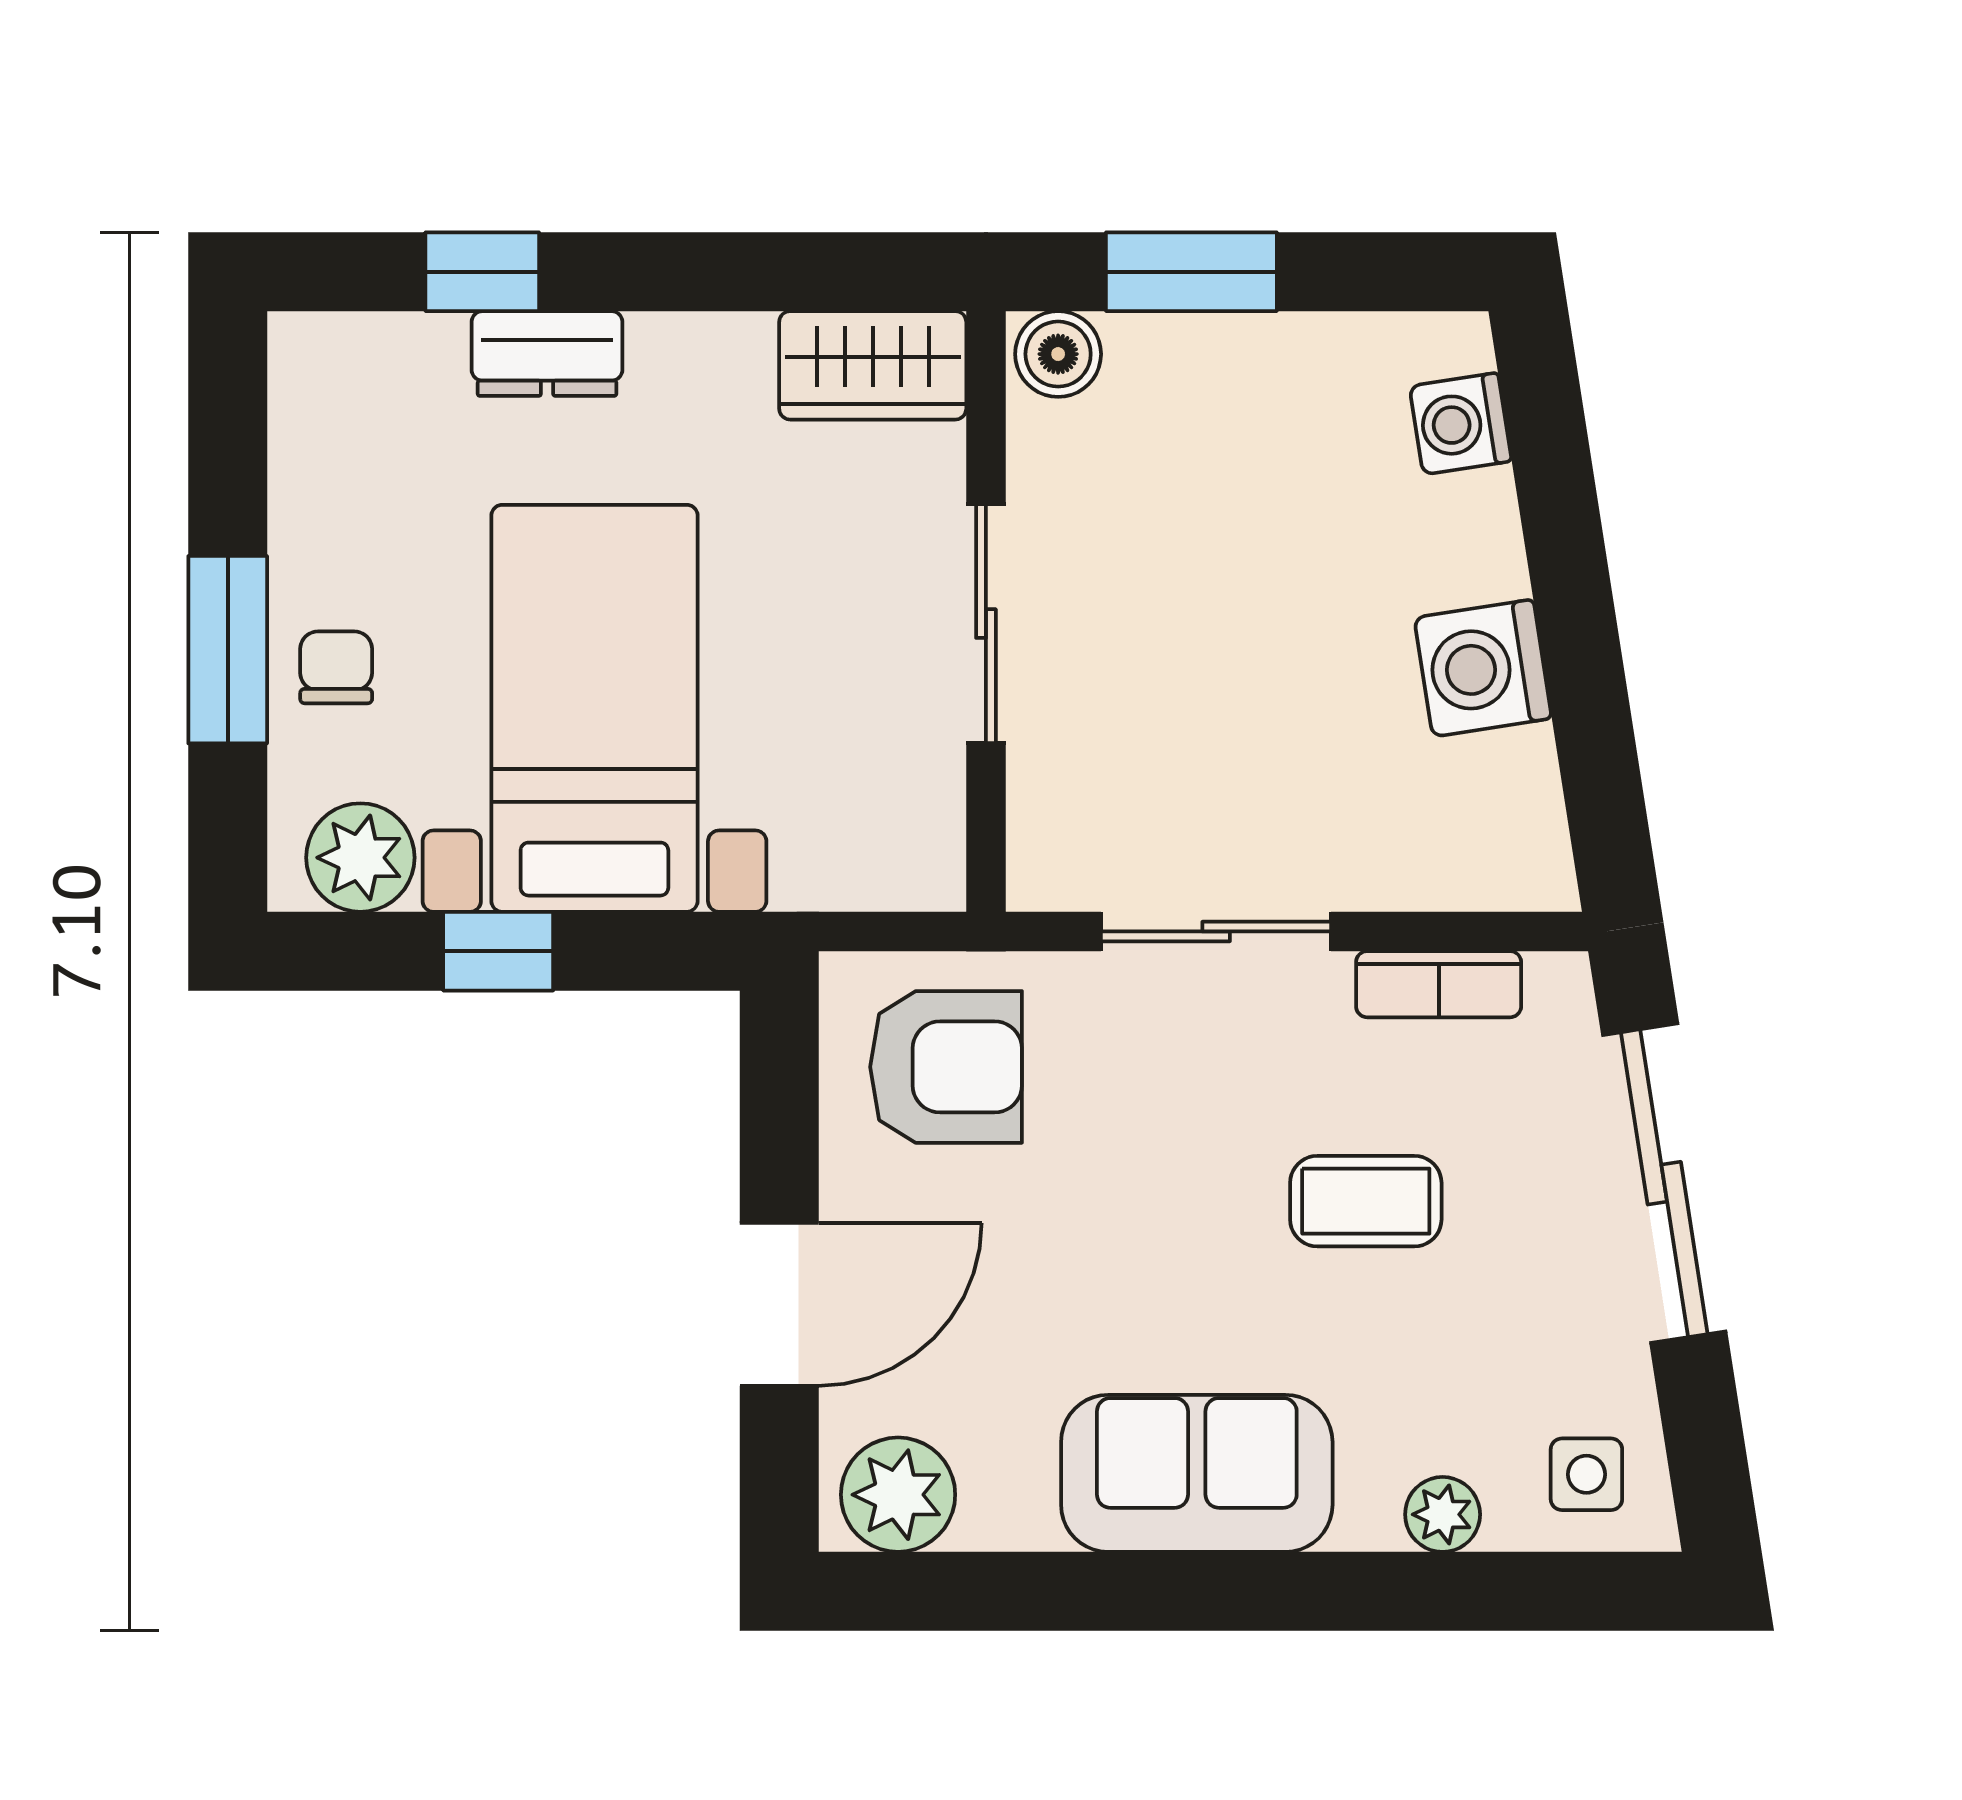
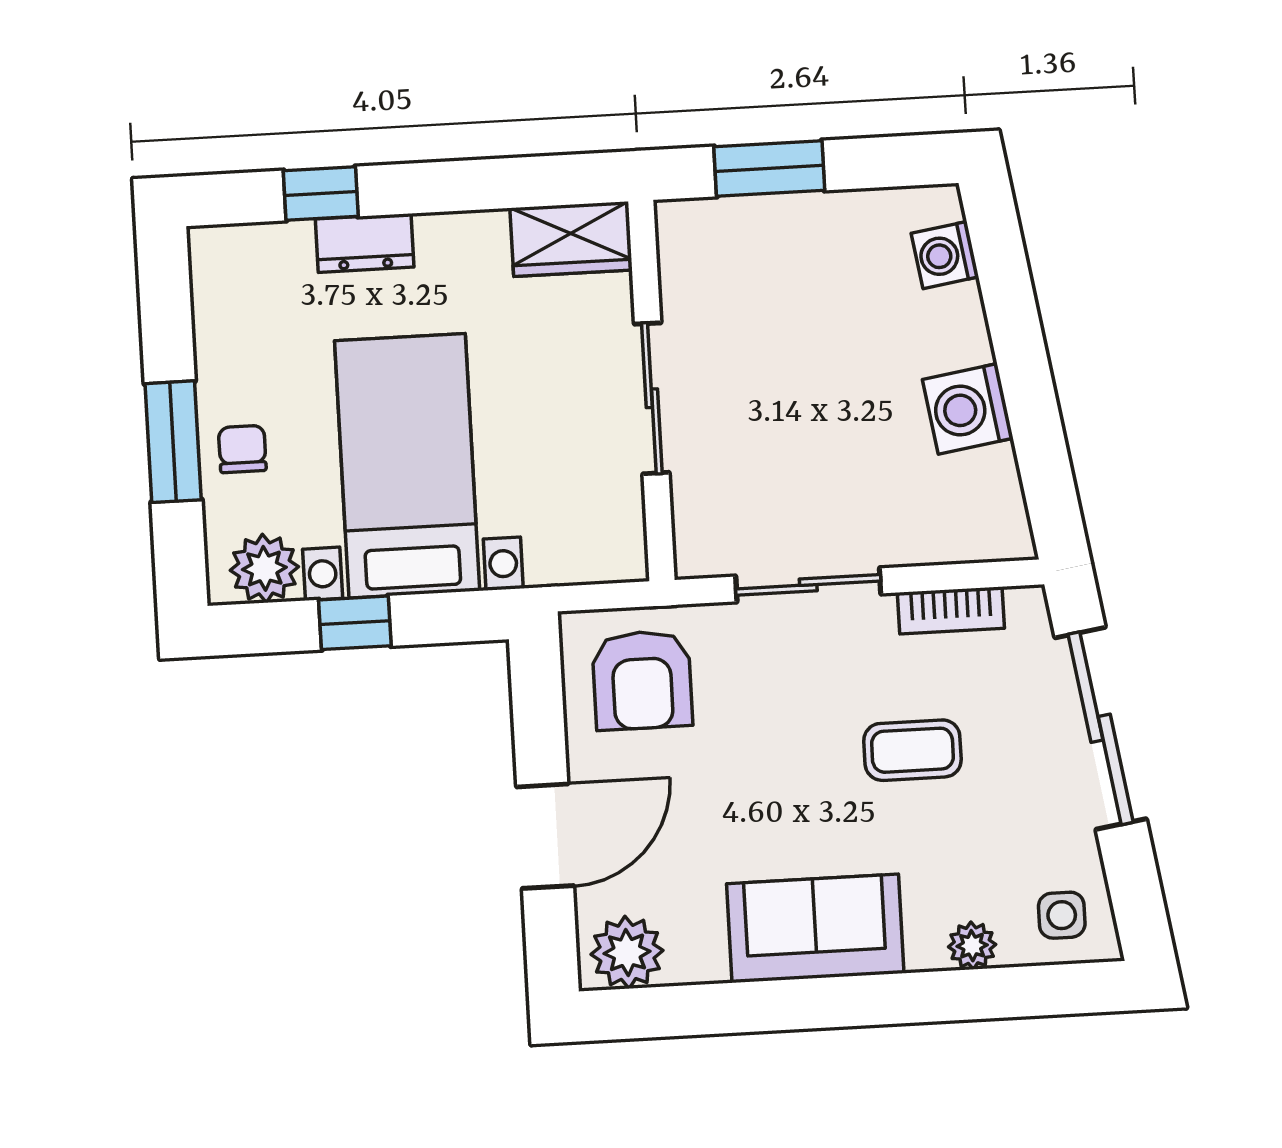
boiler: (1058, 354) -> (688, 225), removed
armchair: (946, 1067) -> (642, 680), turned 90

